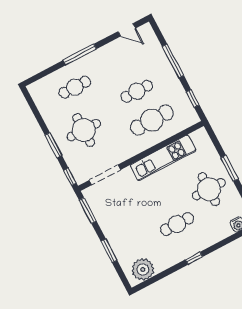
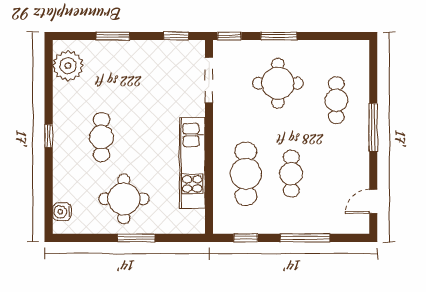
window: (88, 211) -> (176, 36), width x0.67

